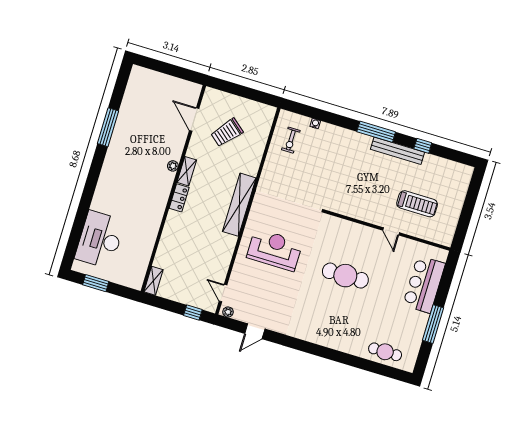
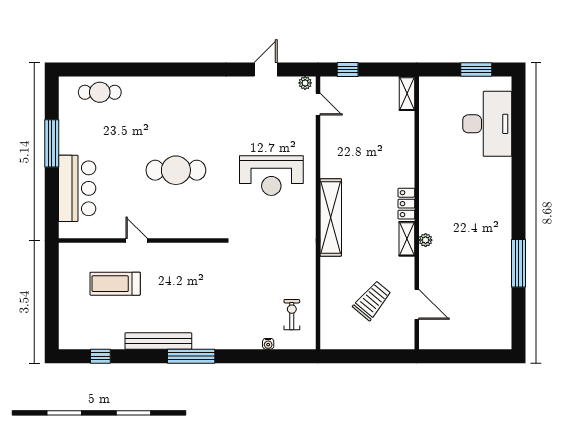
window: (423, 146) -> (100, 356), moved

